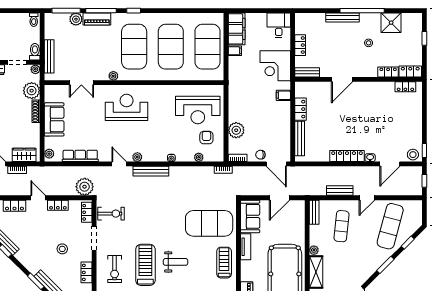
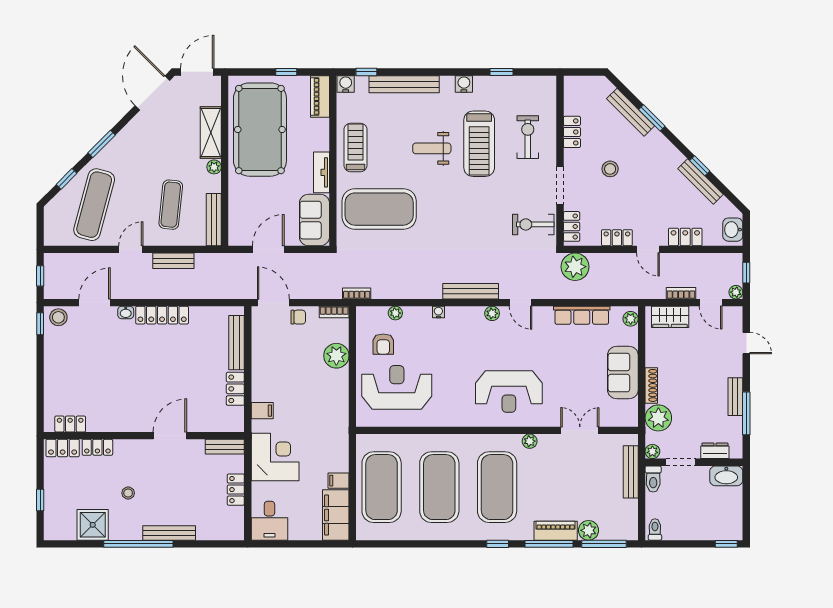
bench: (314, 212) -> (214, 220), width x1.36
treadmill: (224, 263) -> (356, 147), turned 180

